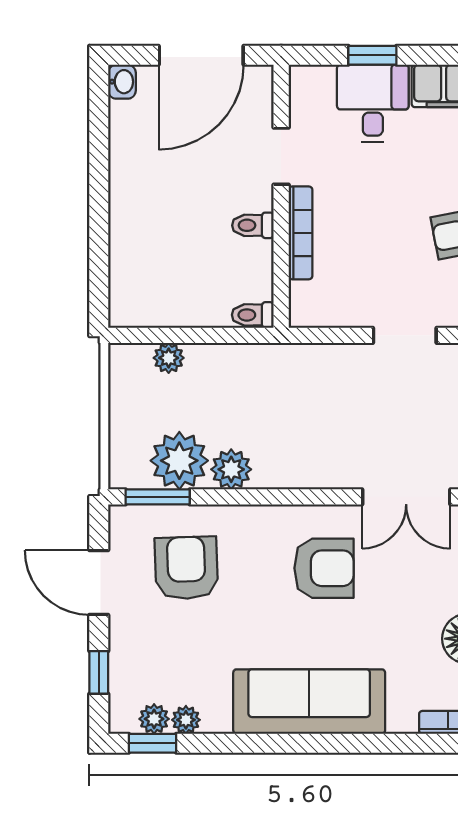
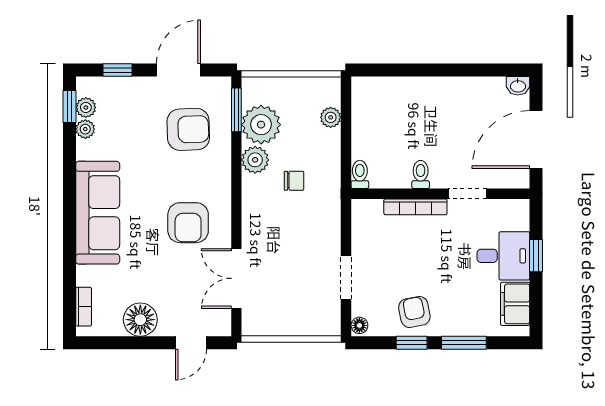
door: (201, 55) -> (536, 139), hinge flipped
chair: (262, 412) -> (294, 181), added

